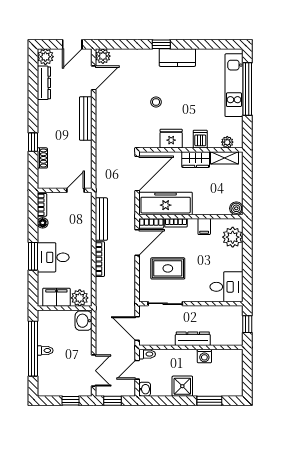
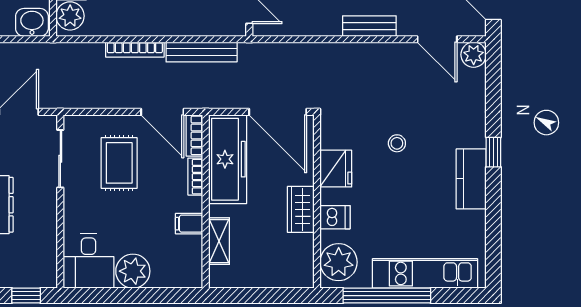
window: (247, 89) -> (387, 296), moved
bench: (86, 118) -> (369, 26), width x0.73
plant: (227, 142) -> (339, 262), width x1.88, depth x1.88
shelving: (225, 158) -> (219, 241), moved
boiler: (236, 208) -> (219, 277), removed
plant: (233, 237) -> (133, 271), moved

